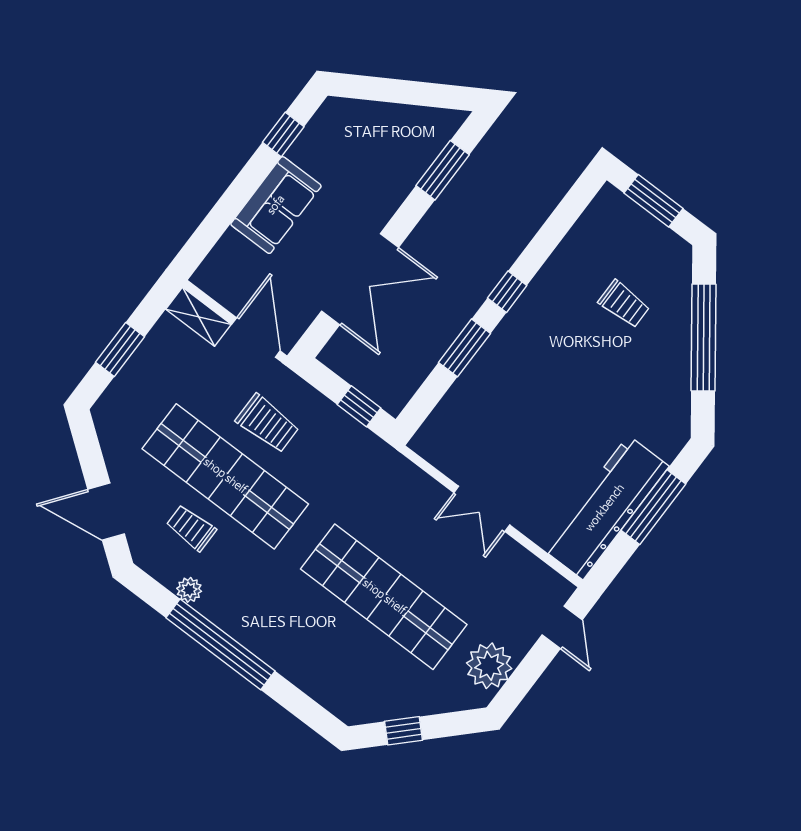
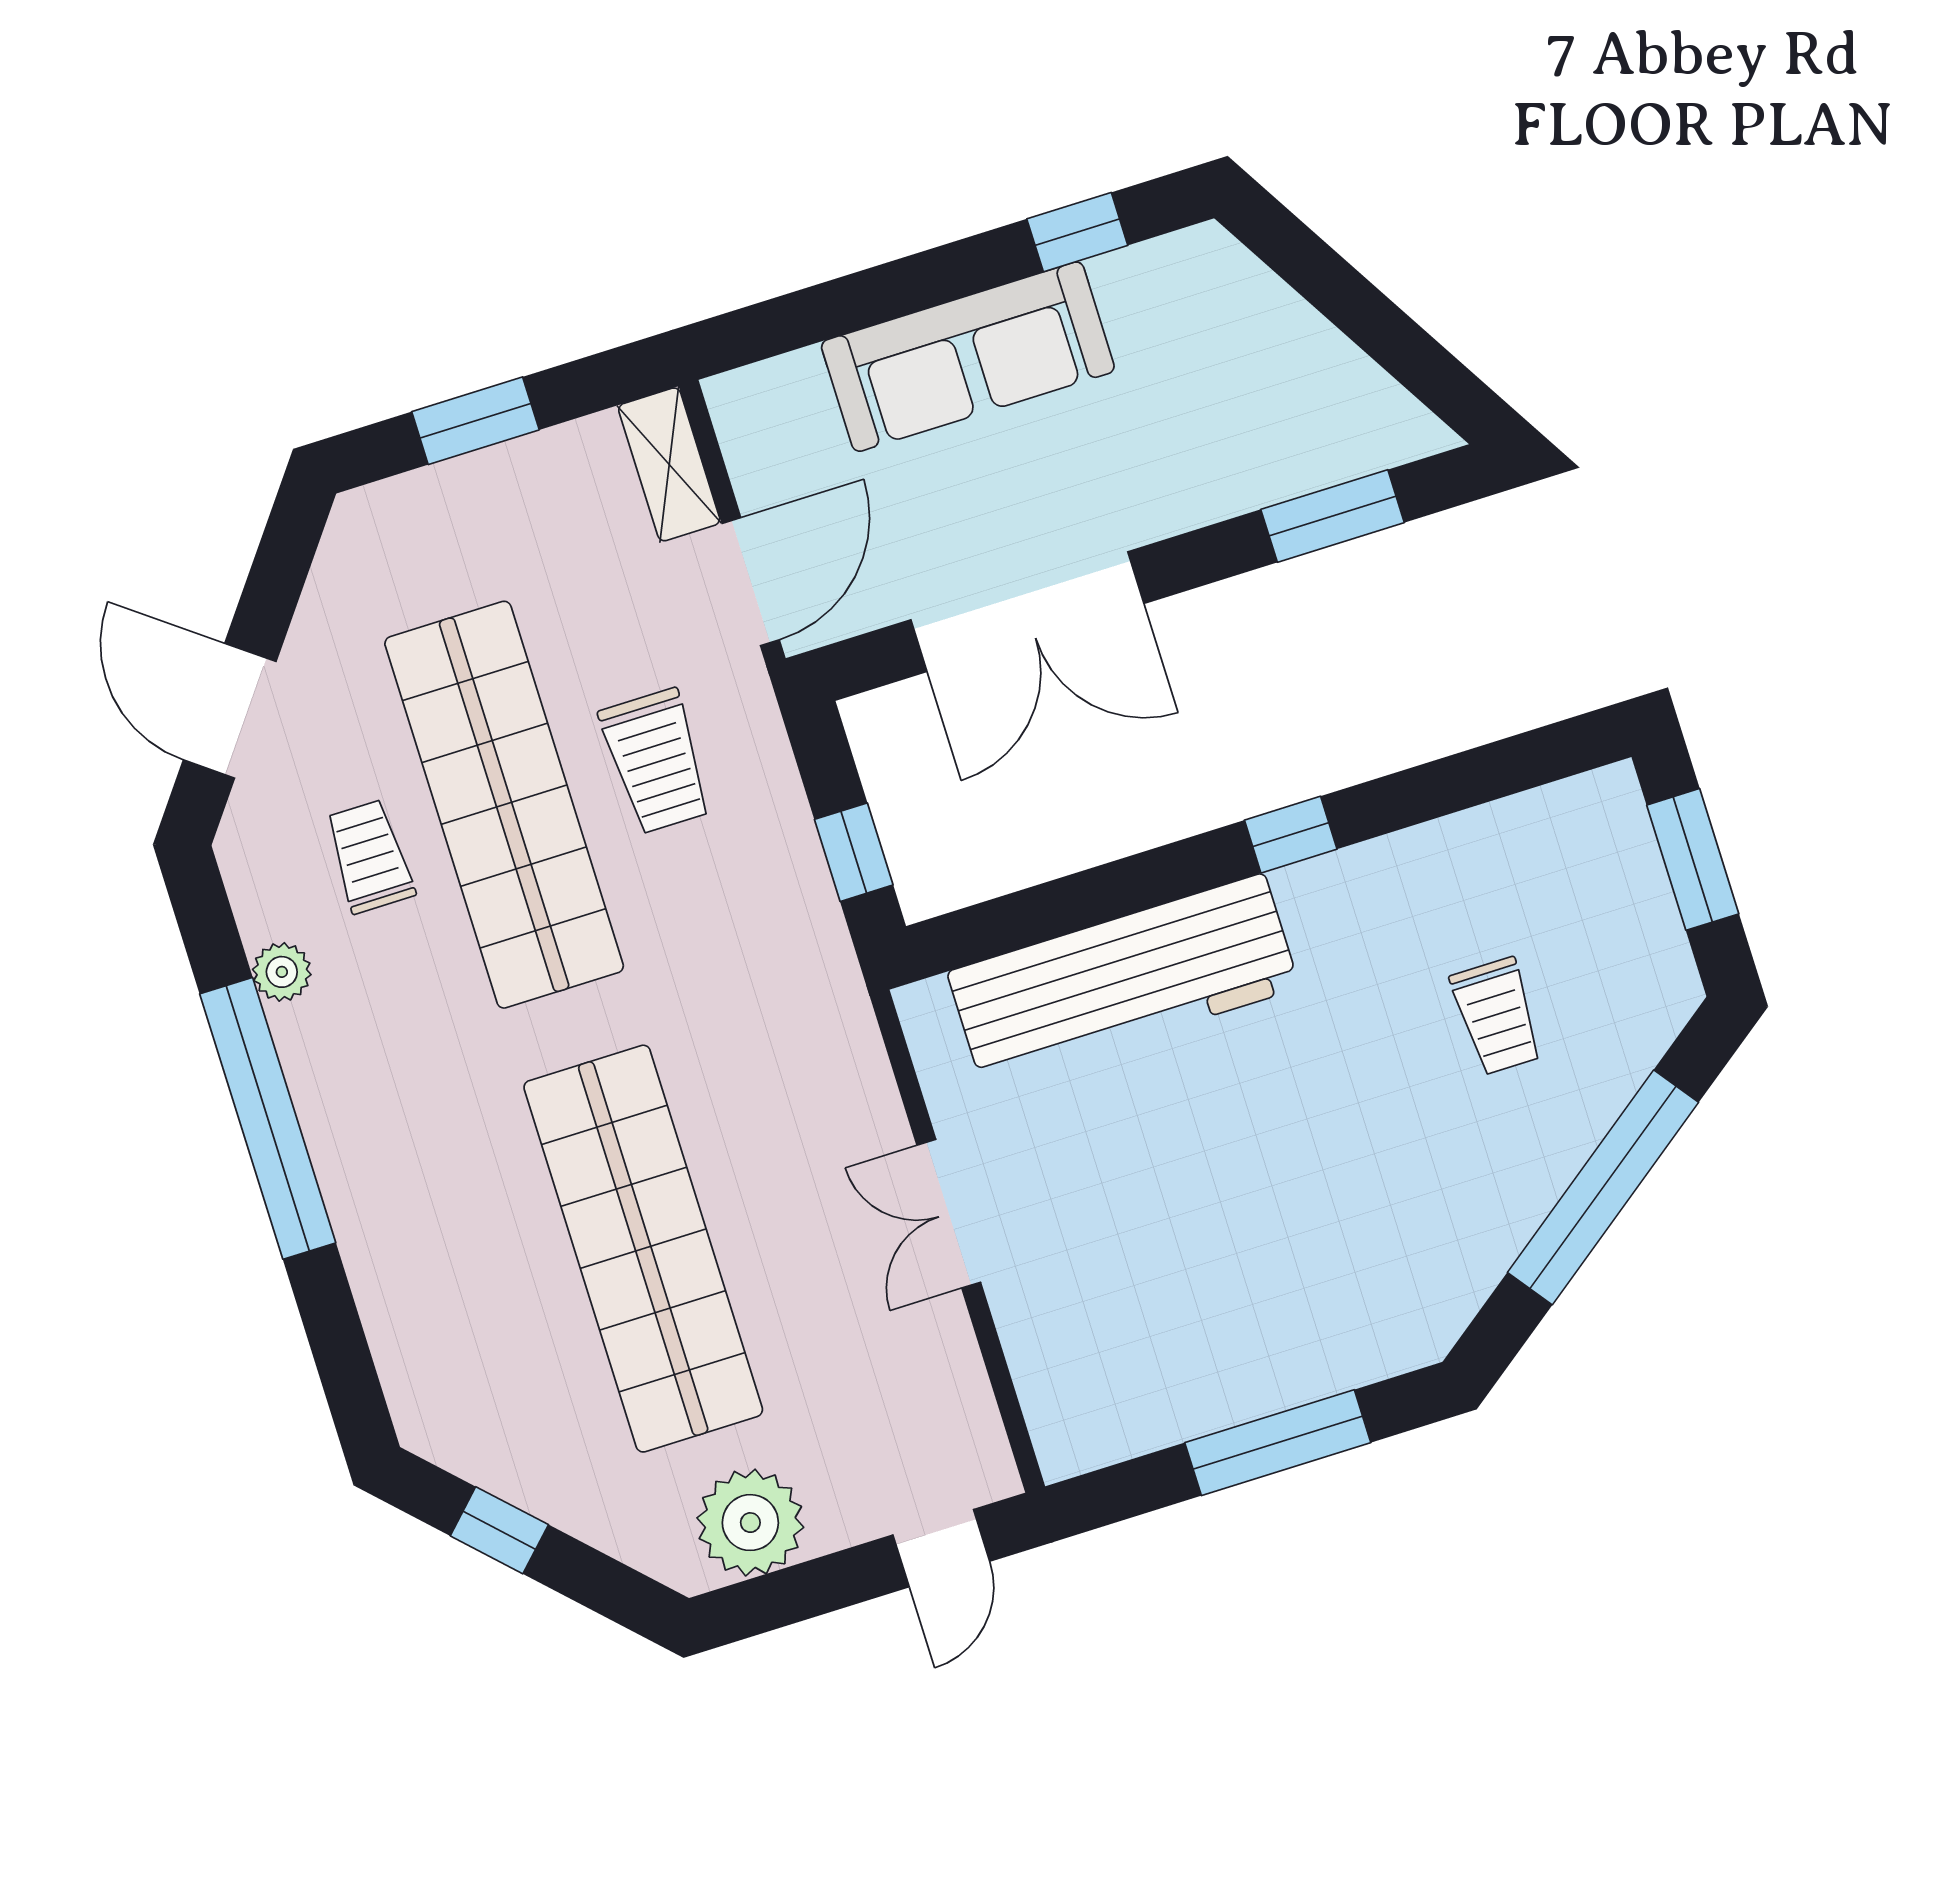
sofa: (276, 205) -> (968, 357), width x1.36
window: (465, 348) -> (1134, 884), removed
workbench: (605, 508) -> (1123, 980), moved, turned 180

